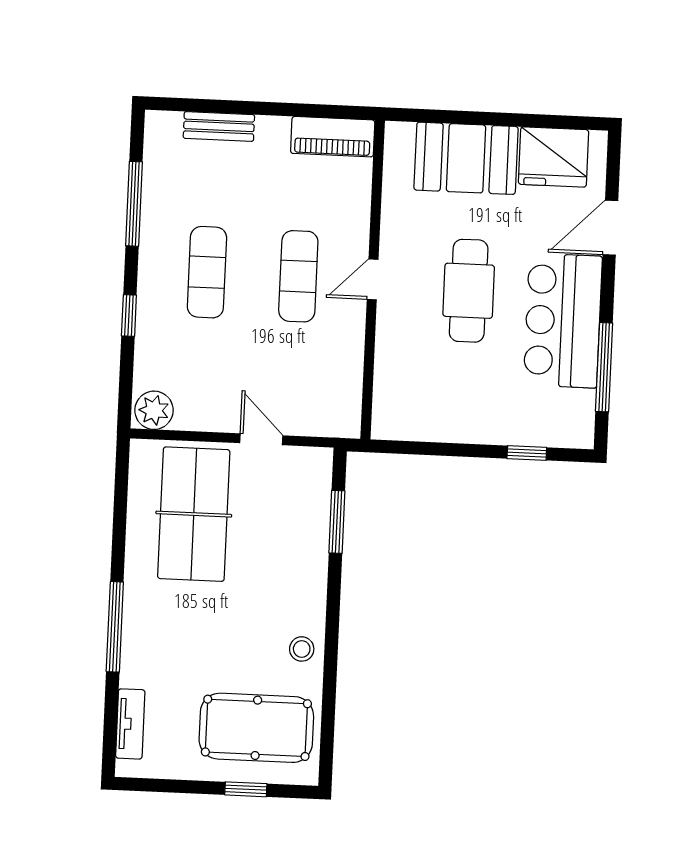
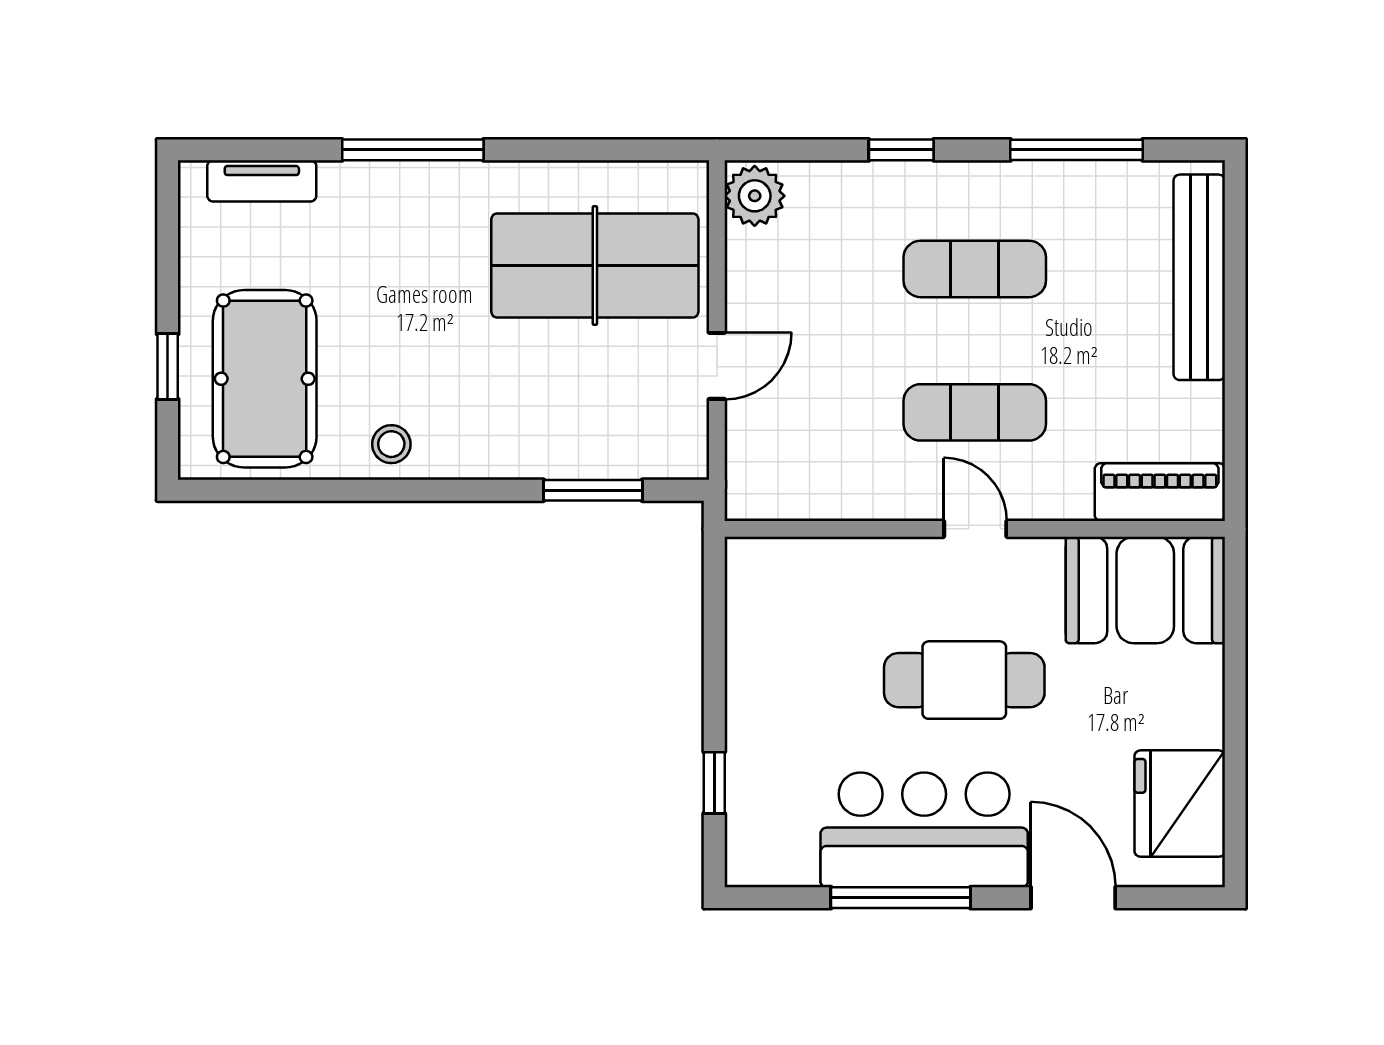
bench: (219, 126) -> (1199, 277), width x1.86, depth x1.21
piano: (333, 137) -> (1160, 492), moved, turned 90
booth: (466, 158) -> (1145, 590), moved, turned 90
window: (604, 367) -> (901, 898), moved

